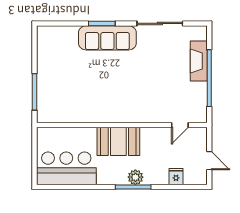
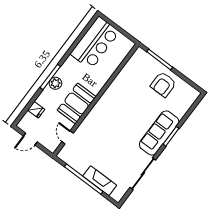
armchair: (56, 70) -> (163, 84), added
booth: (118, 141) -> (77, 103), moved

